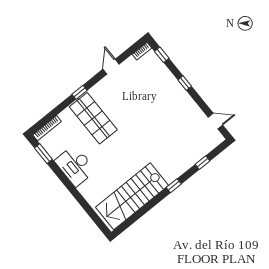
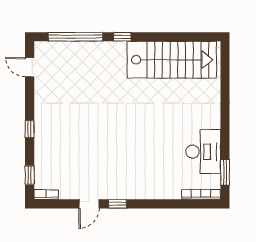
window: (79, 92) -> (117, 204), moved
shop shelf: (93, 118) -> (148, 167), removed
window: (202, 163) -> (75, 37), width x3.17
desk: (75, 166) -> (203, 152), moved

